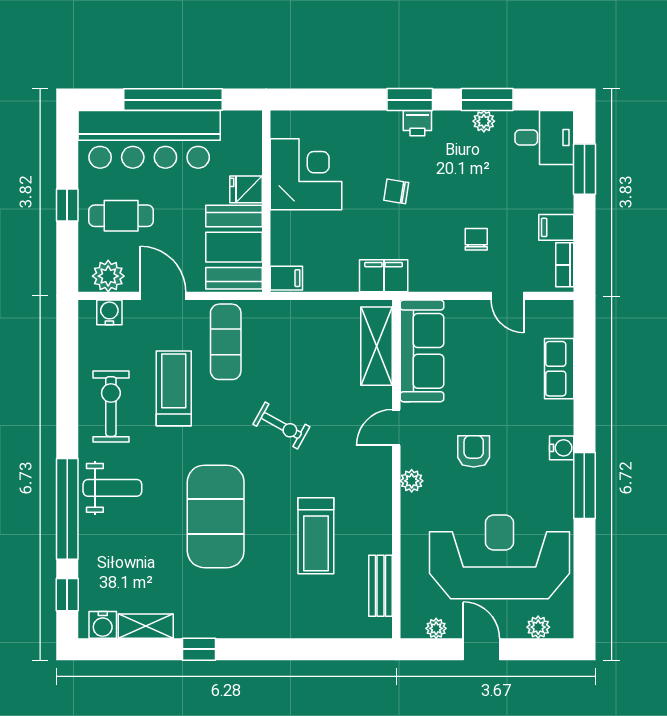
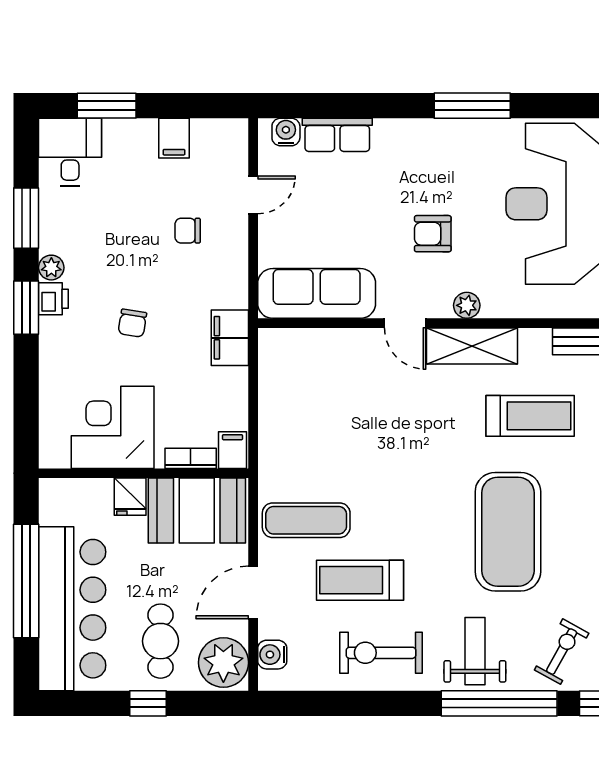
plant: (484, 121) -> (51, 268), moved
bookcase: (565, 265) -> (191, 458), moved, turned 180
plant: (108, 276) -> (223, 663), width x1.36, depth x1.36
shelving: (376, 346) -> (472, 346), moved
exercise bike: (281, 426) -> (562, 652), moved
water cooler: (562, 448) -> (286, 132), moved
exercise mat: (216, 516) -> (508, 532), turned 90

